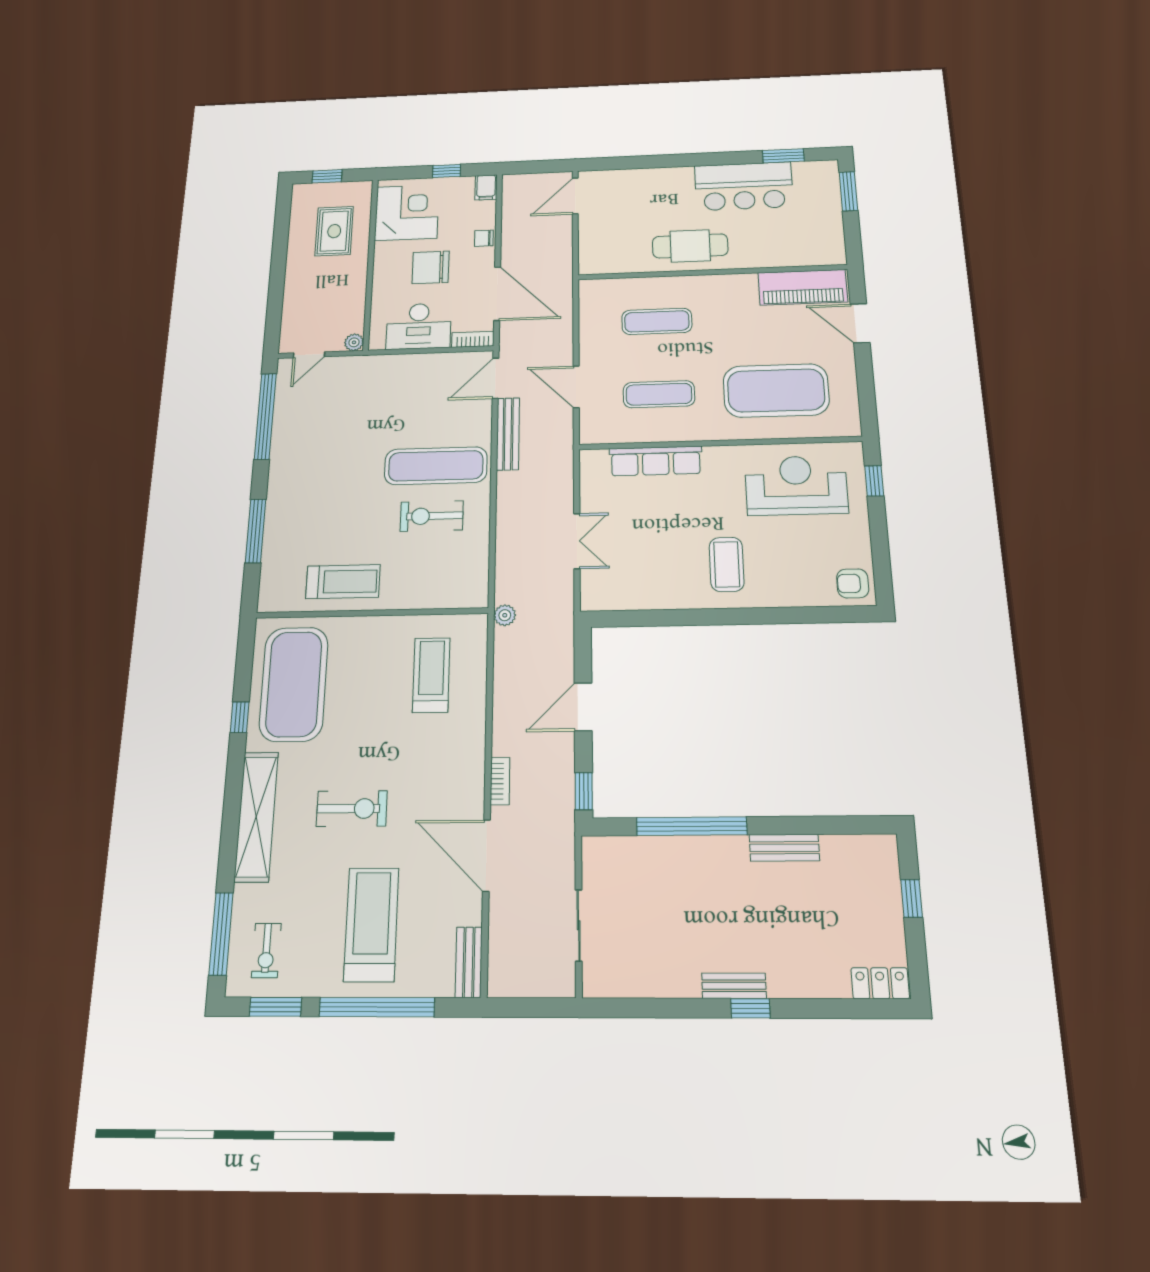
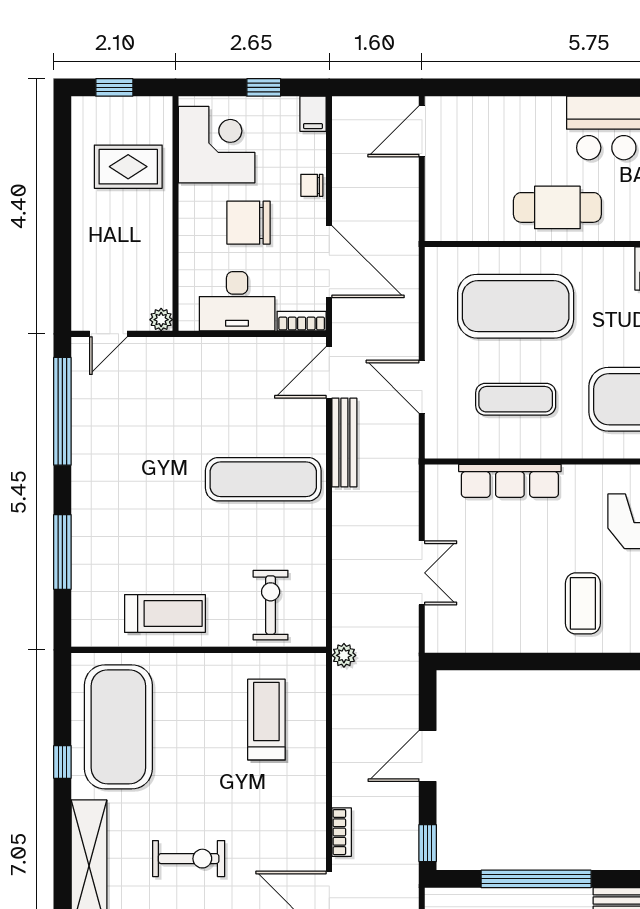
rug: (334, 231) -> (128, 167), turned 90
exercise mat: (657, 321) -> (516, 306), width x2.00, depth x1.45
exercise bike: (432, 516) -> (271, 605), moved, turned 90

